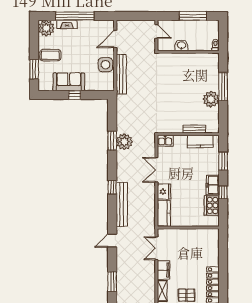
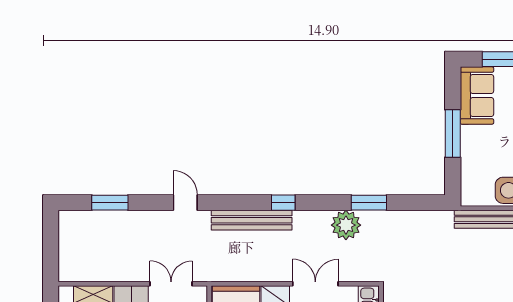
sofa: (69, 82) -> (477, 95), moved
window: (75, 95) -> (453, 134), width x2.17
plant: (124, 142) -> (346, 225), moved

